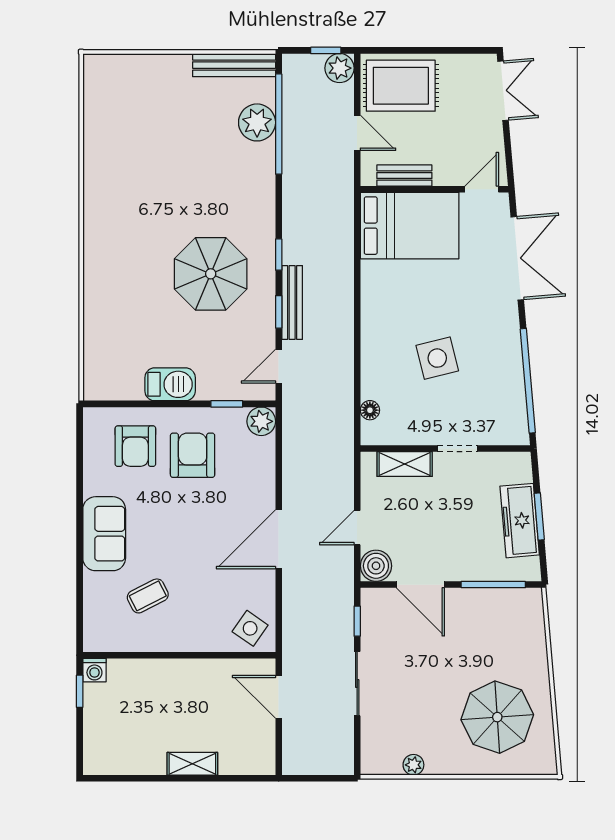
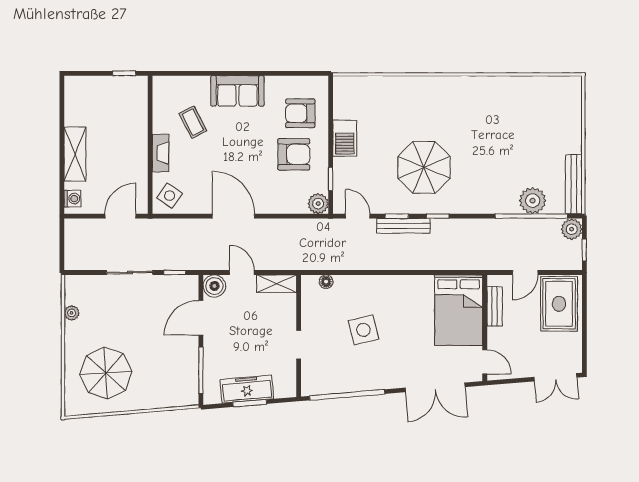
plant: (340, 68) -> (572, 229), moved
shelving: (405, 464) -> (277, 284), moved, turned 90
fireplace: (191, 641) -> (161, 153), added
washing machine: (94, 670) -> (73, 199), moved, turned 180
shelving: (192, 764) -> (75, 154), width x1.50, depth x1.33

